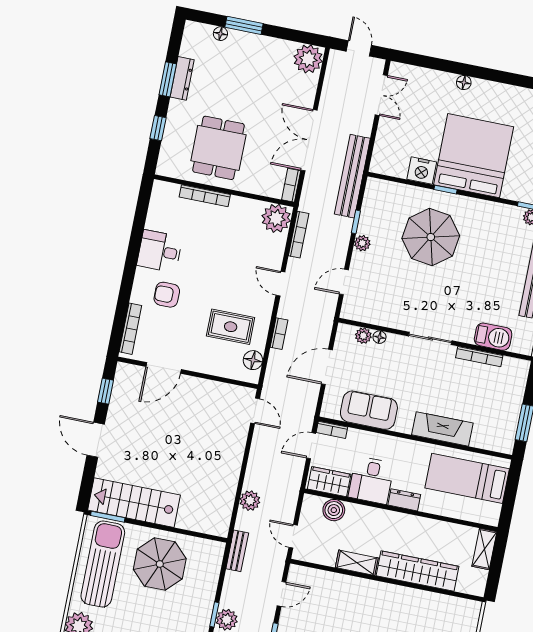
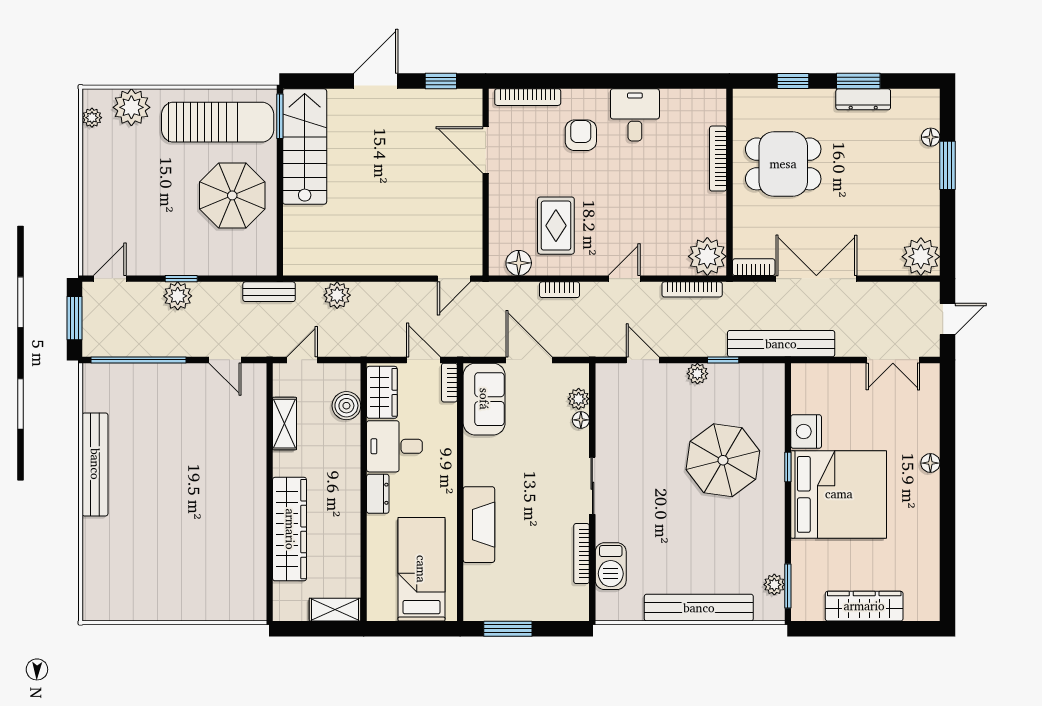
sofa: (369, 410) -> (484, 399), moved
shelving: (357, 563) -> (285, 424), moved

